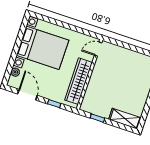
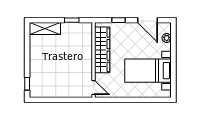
bed with nightstands: (42, 48) -> (148, 71), width x0.73
door: (98, 49) -> (94, 88), hinge flipped

